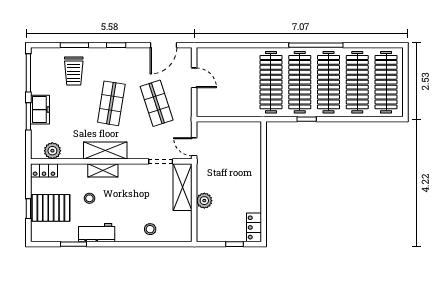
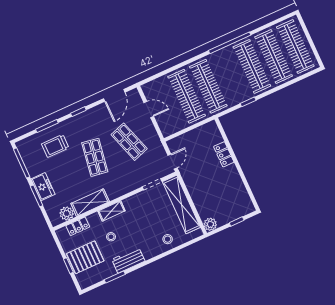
trolley: (74, 71) -> (55, 146), turned 90
clothes rail: (300, 82) -> (187, 96), moved
door: (194, 147) -> (172, 162), swing flipped
shelving: (105, 150) -> (90, 203), moved
locker: (44, 170) -> (78, 226), moved
shelving: (183, 187) -> (181, 205), width x1.47
plant: (204, 201) -> (210, 224), moved
locker: (254, 227) -> (224, 154), moved

